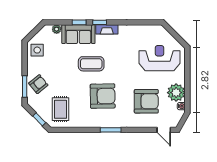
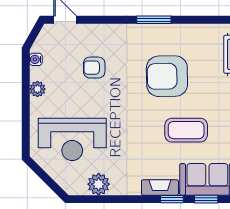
plant: (144, 31) -> (99, 184), added
plant: (176, 93) -> (37, 89), width x0.53, depth x0.53
armchair: (146, 101) -> (94, 68), width x0.53, depth x0.53

